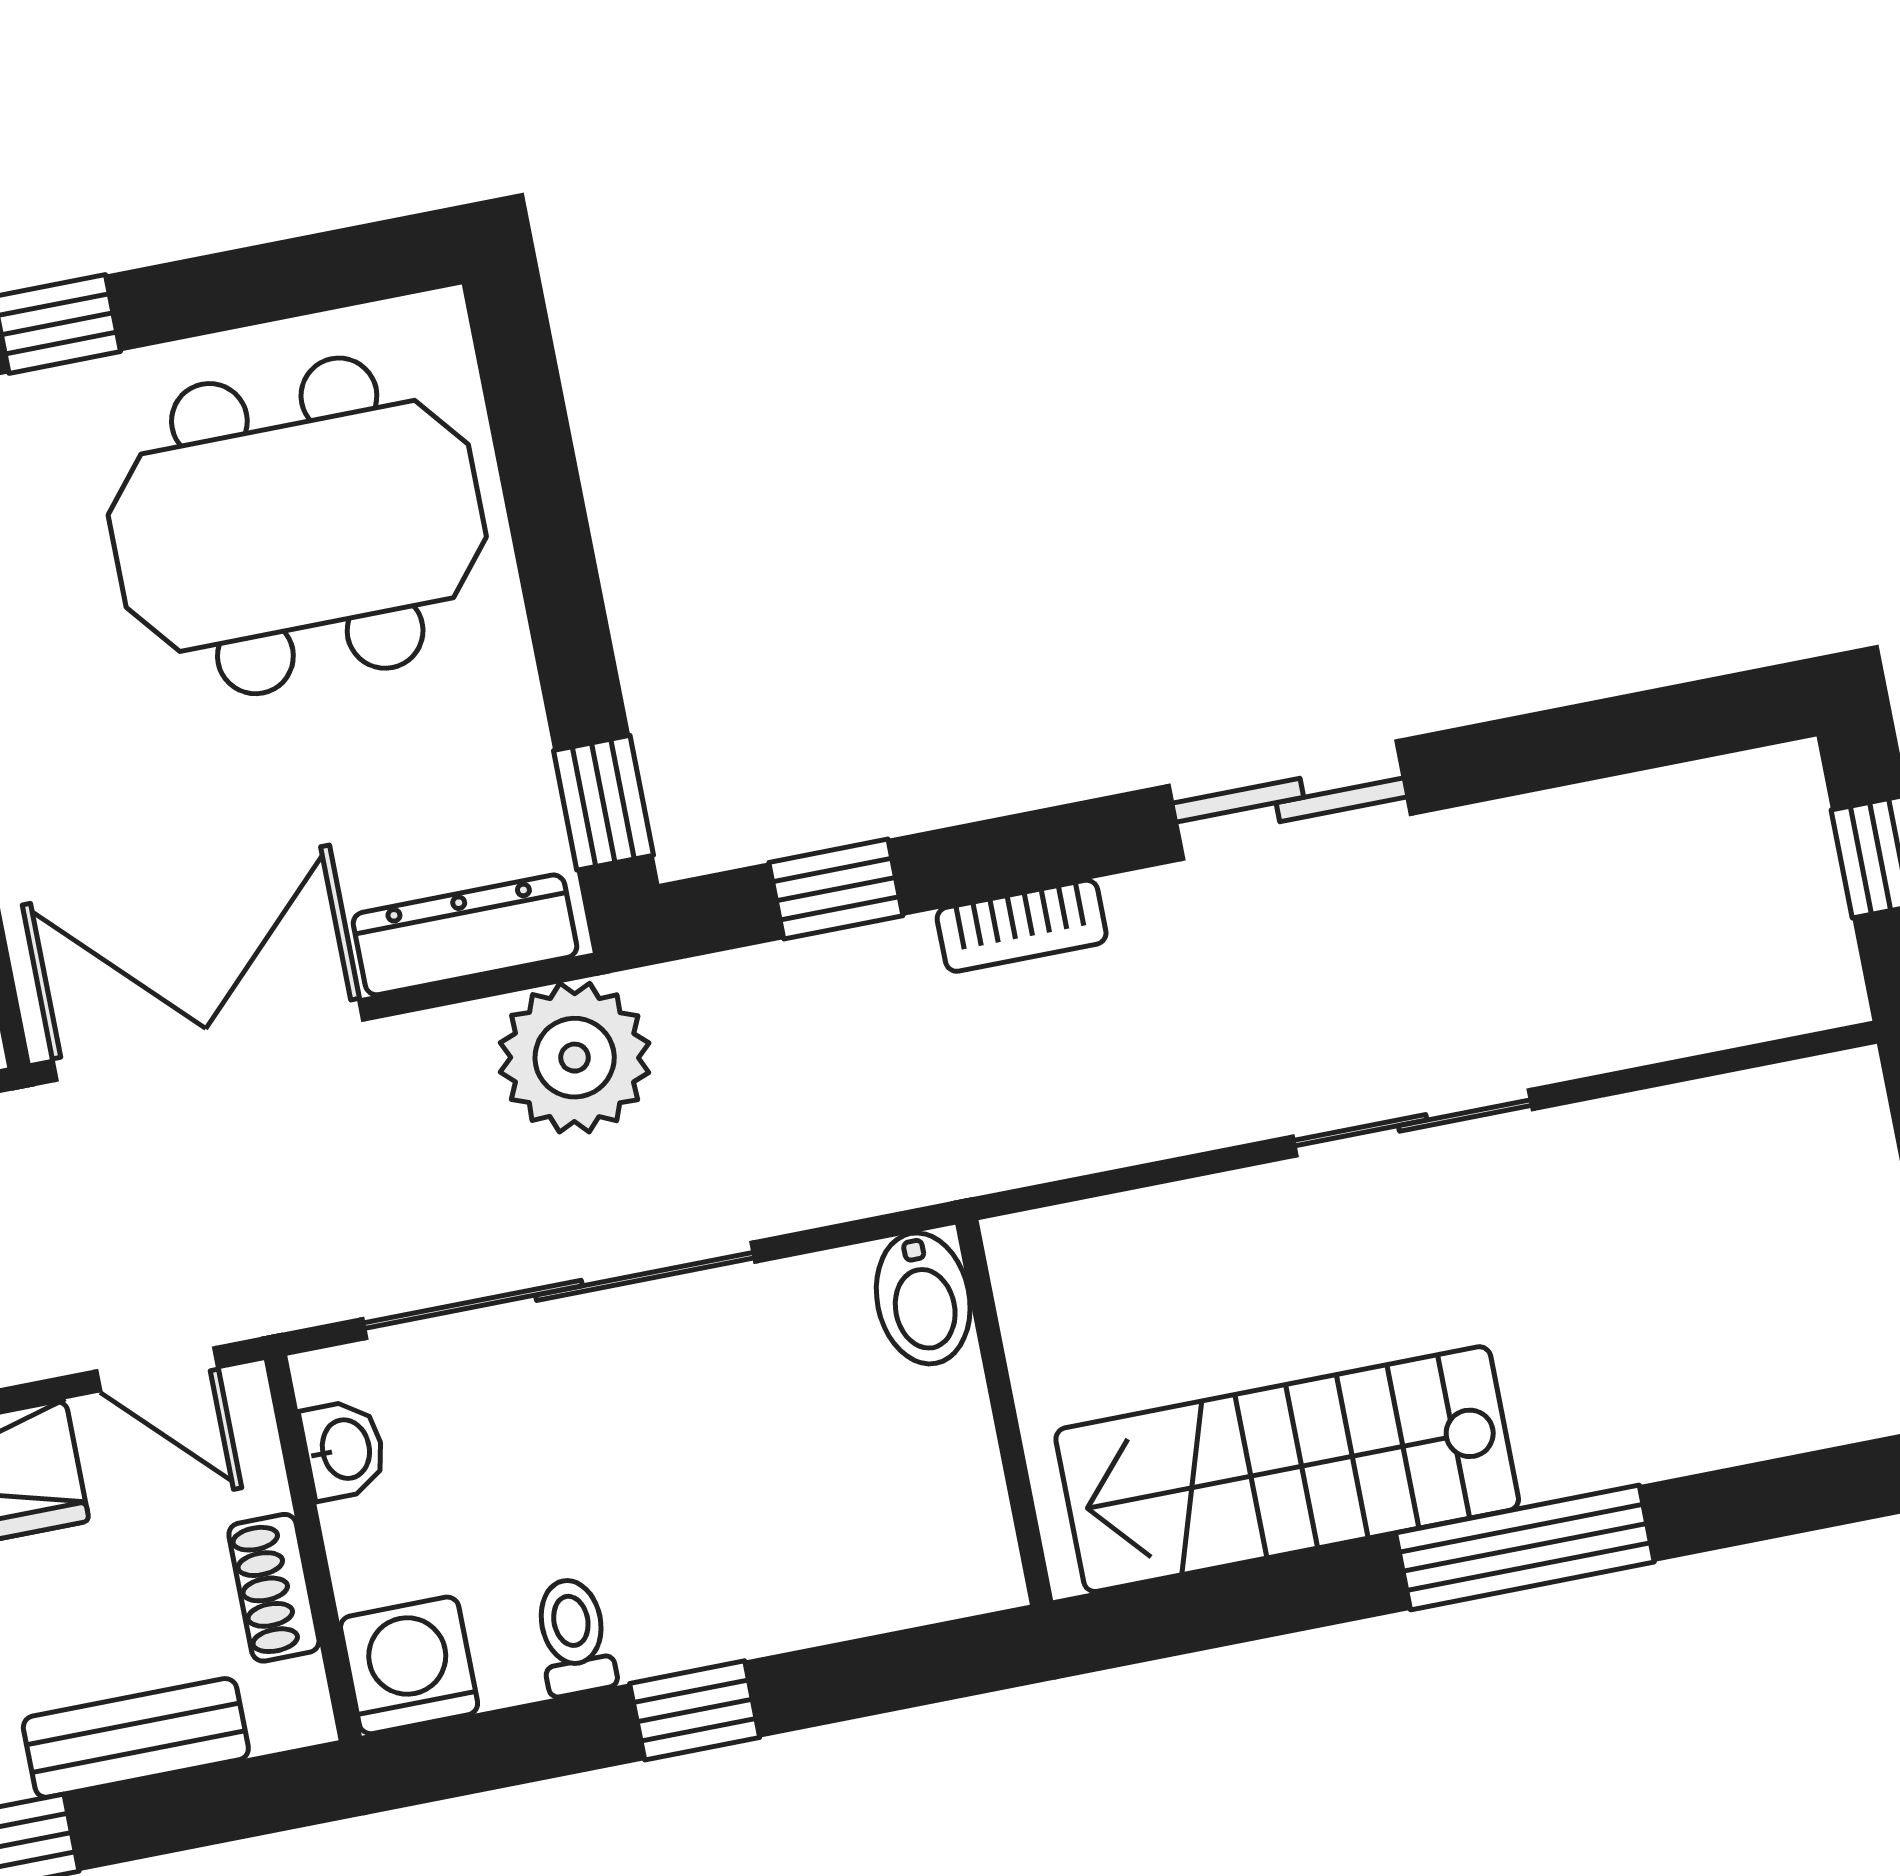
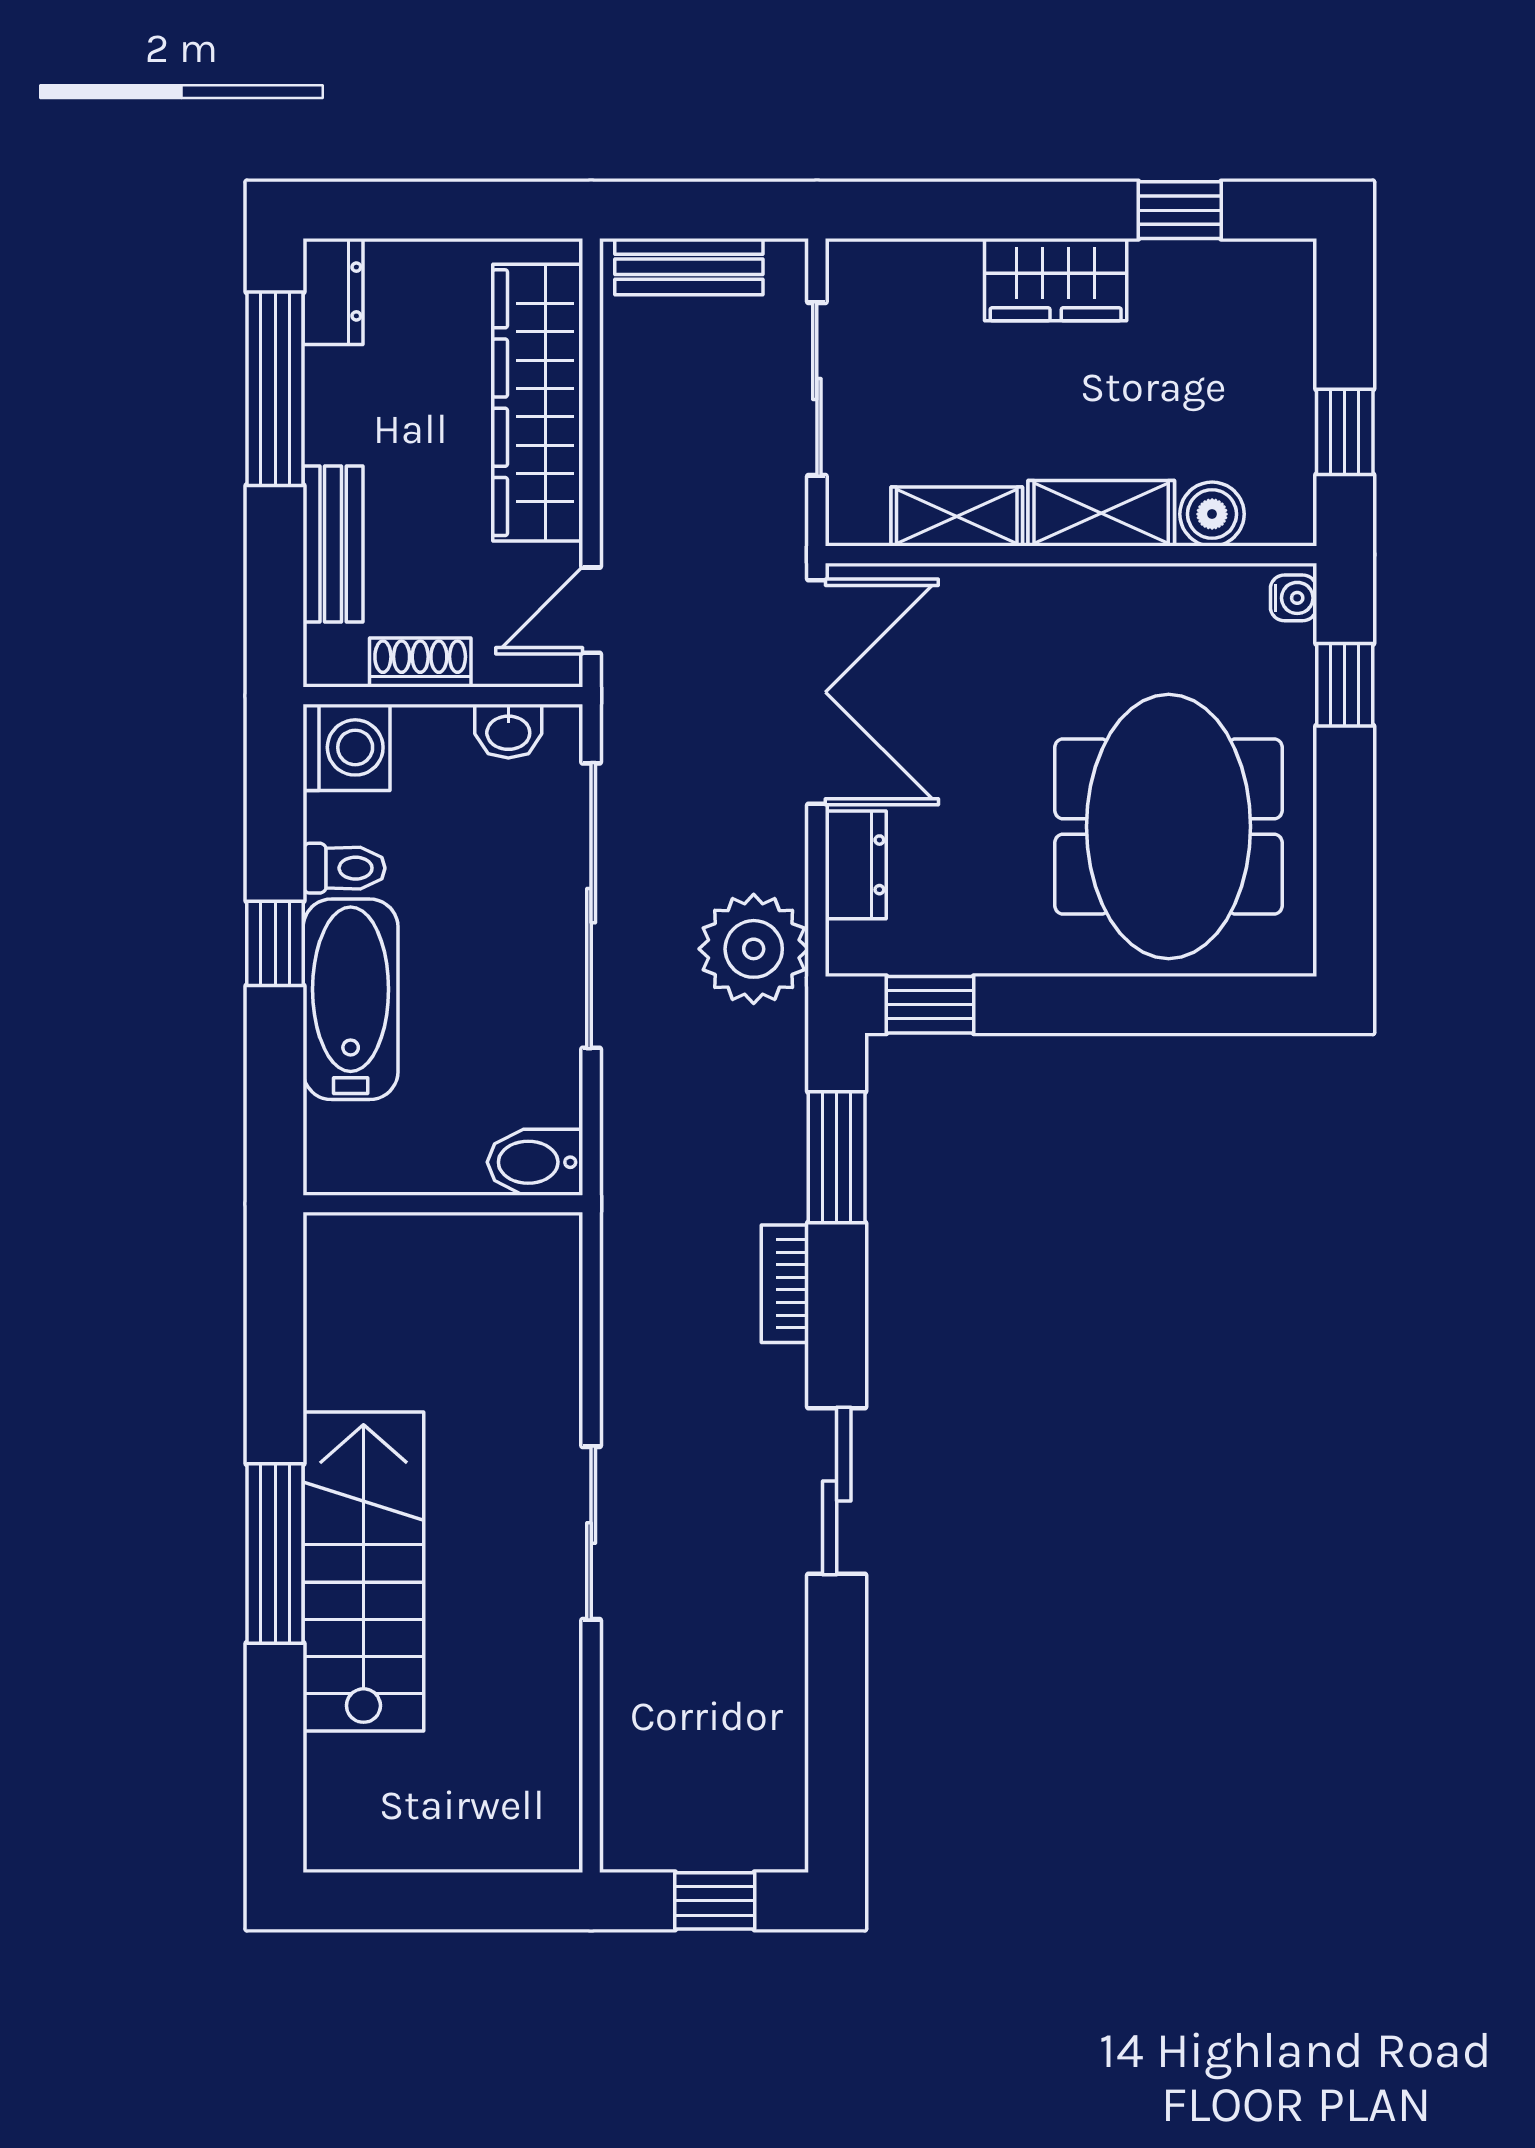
window: (836, 889) -> (837, 1157), width x1.50
dresser: (465, 935) -> (856, 865), width x0.70
stairs: (1287, 1469) -> (363, 1572), moved
bathtub: (751, 1593) -> (351, 999), added

